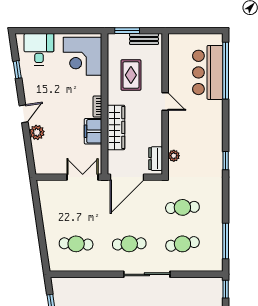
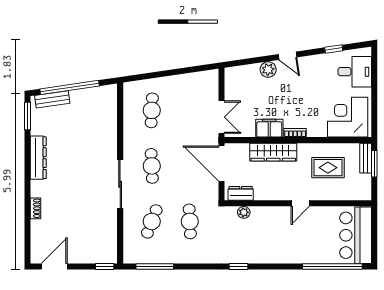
bench: (144, 39) -> (366, 158), moved
bar counter: (208, 72) -> (356, 235), moved, turned -90
cafe table: (182, 244) -> (152, 221), turned 30

